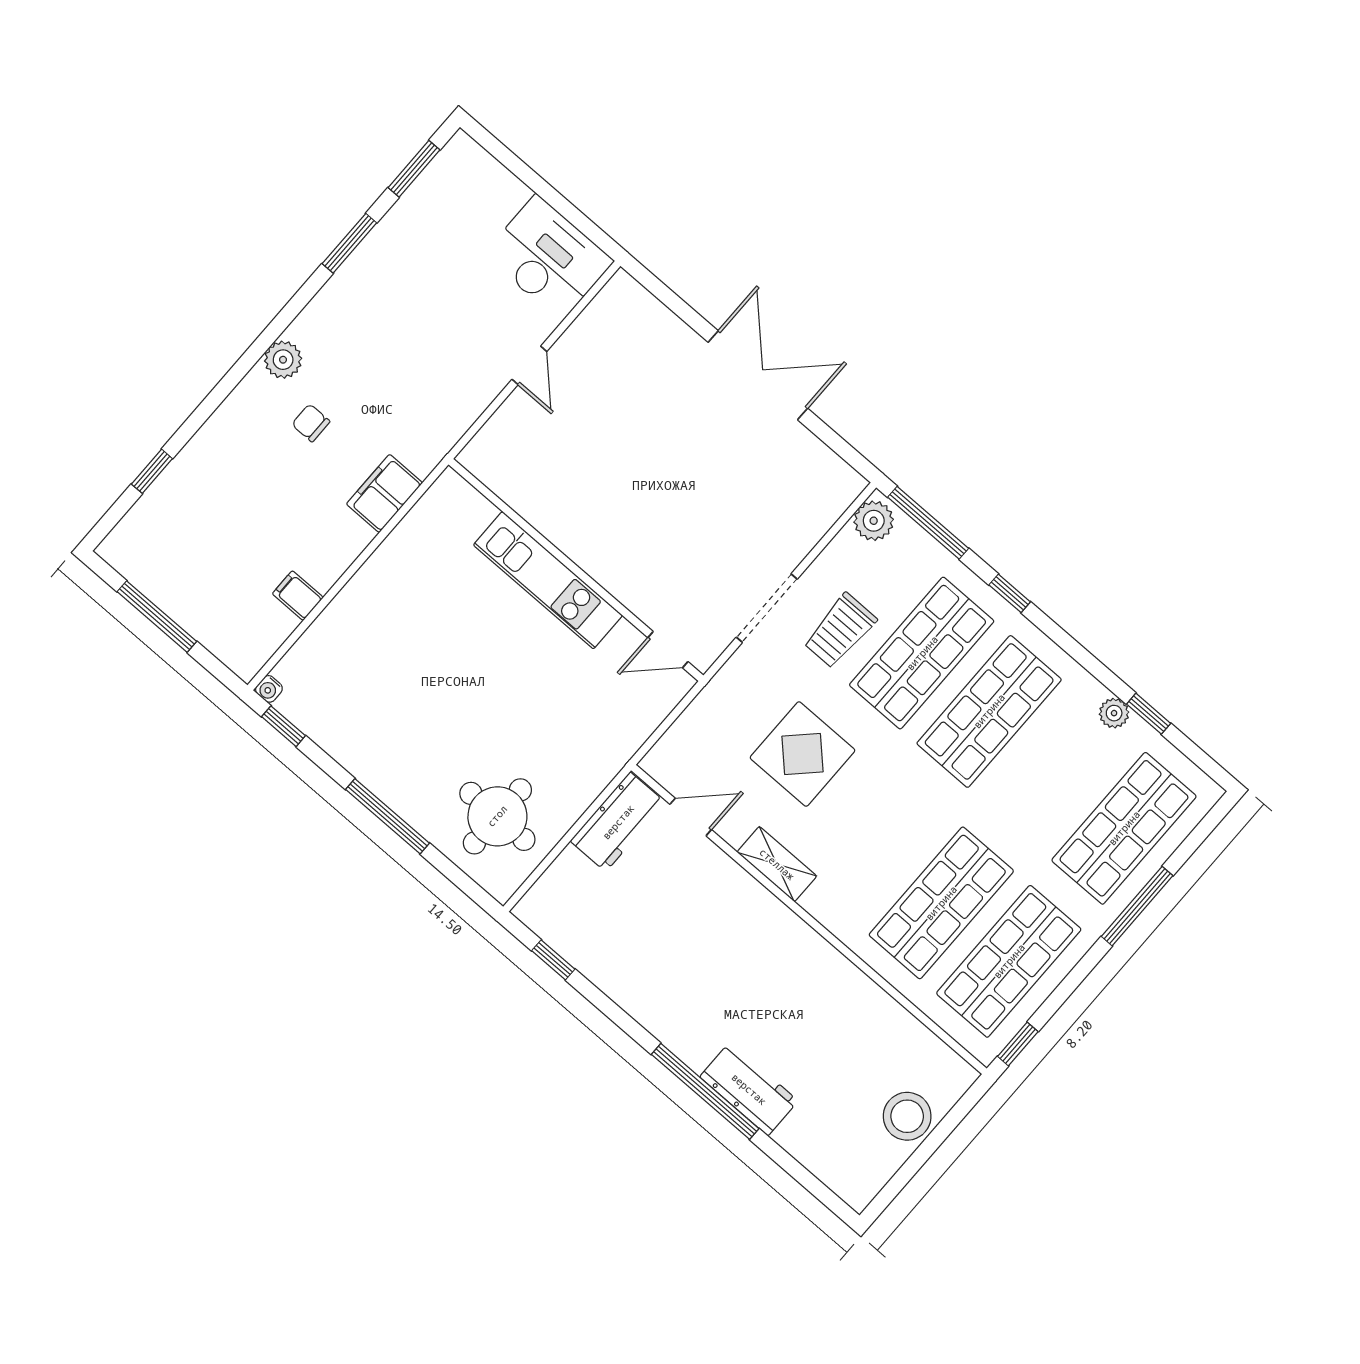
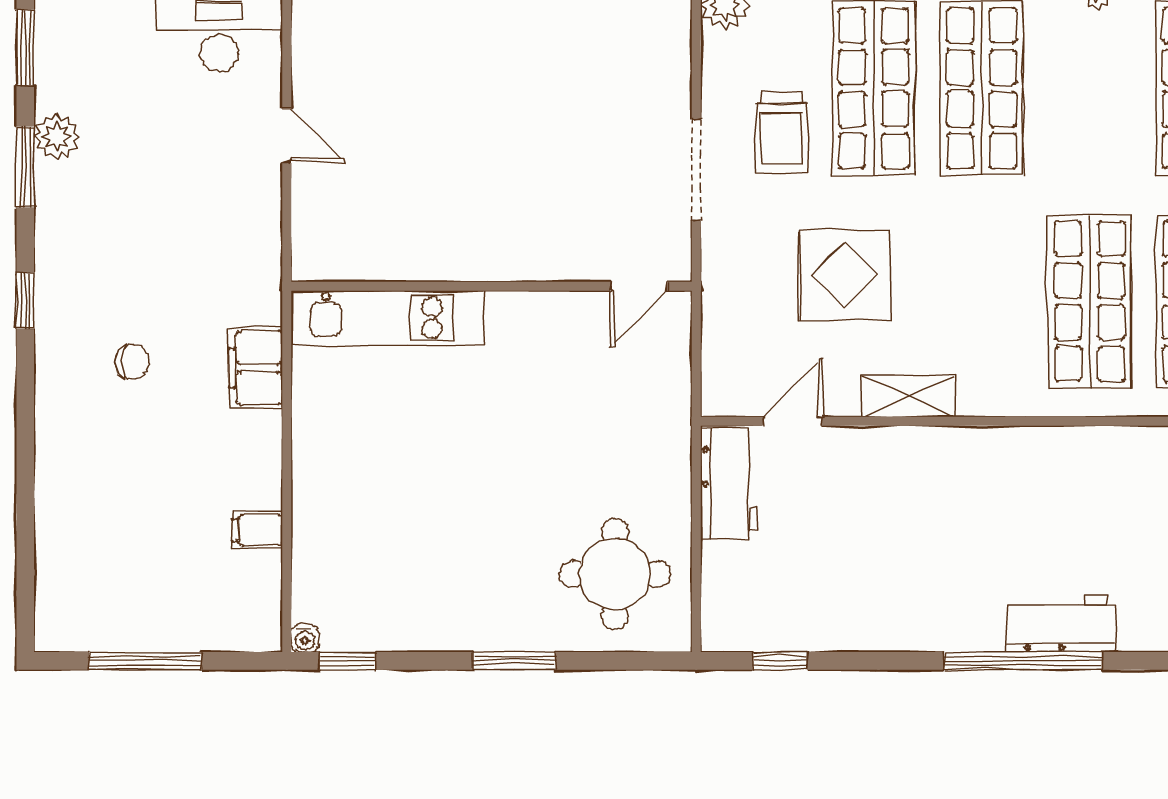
plant: (283, 360) -> (57, 137), moved
chair: (311, 423) -> (132, 362), turned 180
window: (152, 471) -> (25, 300), moved
kitchen unit: (548, 580) -> (388, 318), moved
window: (387, 816) -> (514, 661), width x0.69

